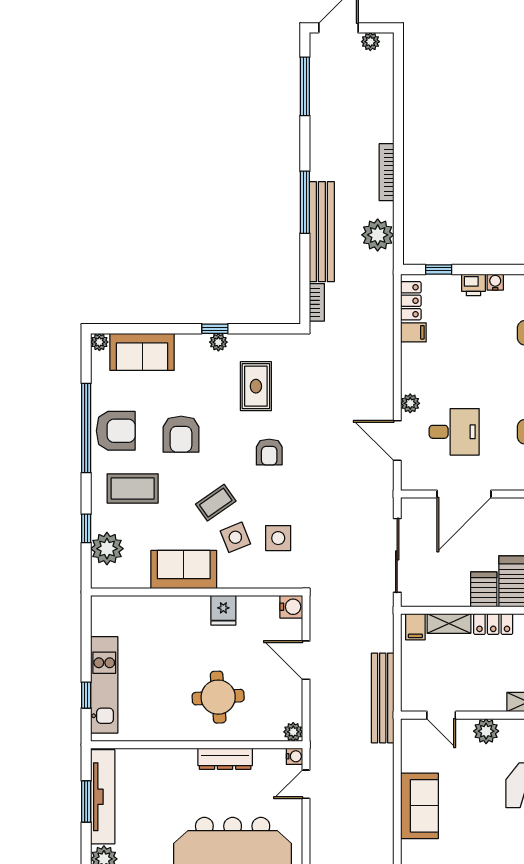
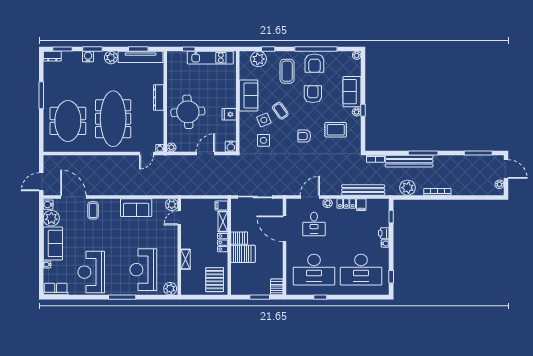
locker: (411, 301) -> (346, 203), moved
sofa: (142, 352) -> (352, 92), moved
armchair: (181, 434) -> (313, 94), turned 90
kitchen unit: (104, 685) -> (210, 58), moved
round table: (218, 697) -> (188, 112), width x1.36, depth x1.36
bench: (383, 698) -> (363, 190), moved
plant: (486, 731) -> (172, 205), moved
dresser: (225, 759) -> (159, 98), moved
door: (306, 784) -> (146, 154), swing flipped

